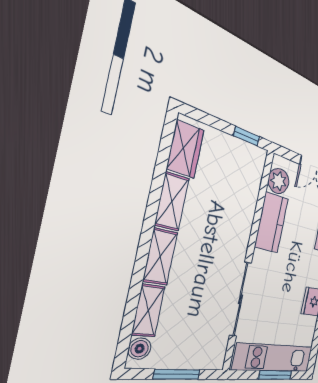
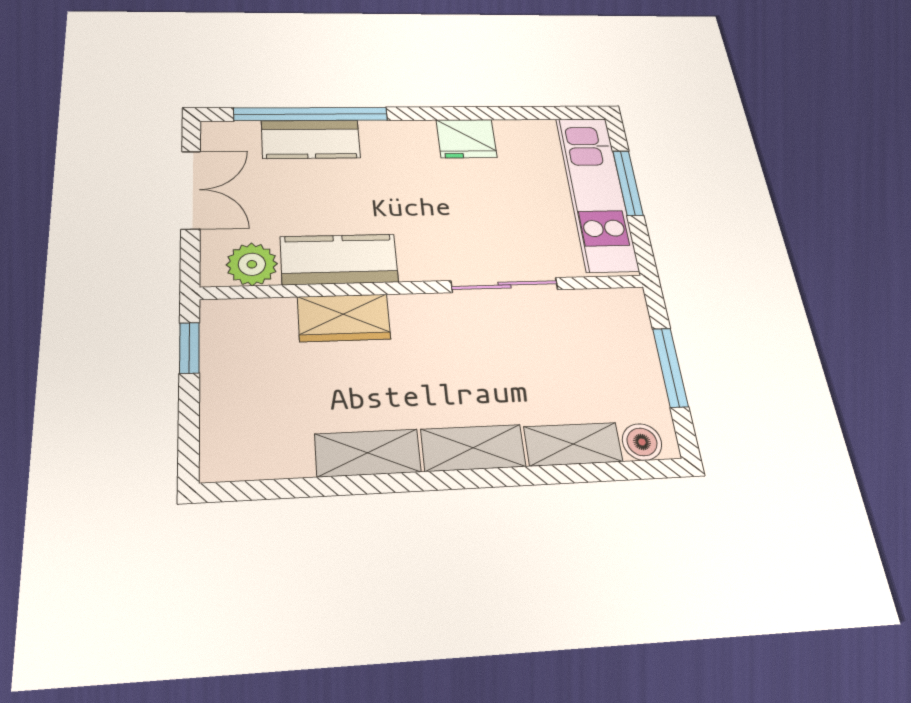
wardrobe: (185, 149) -> (344, 318), moved, turned 180
sliding door: (240, 299) -> (504, 285), width x0.73

